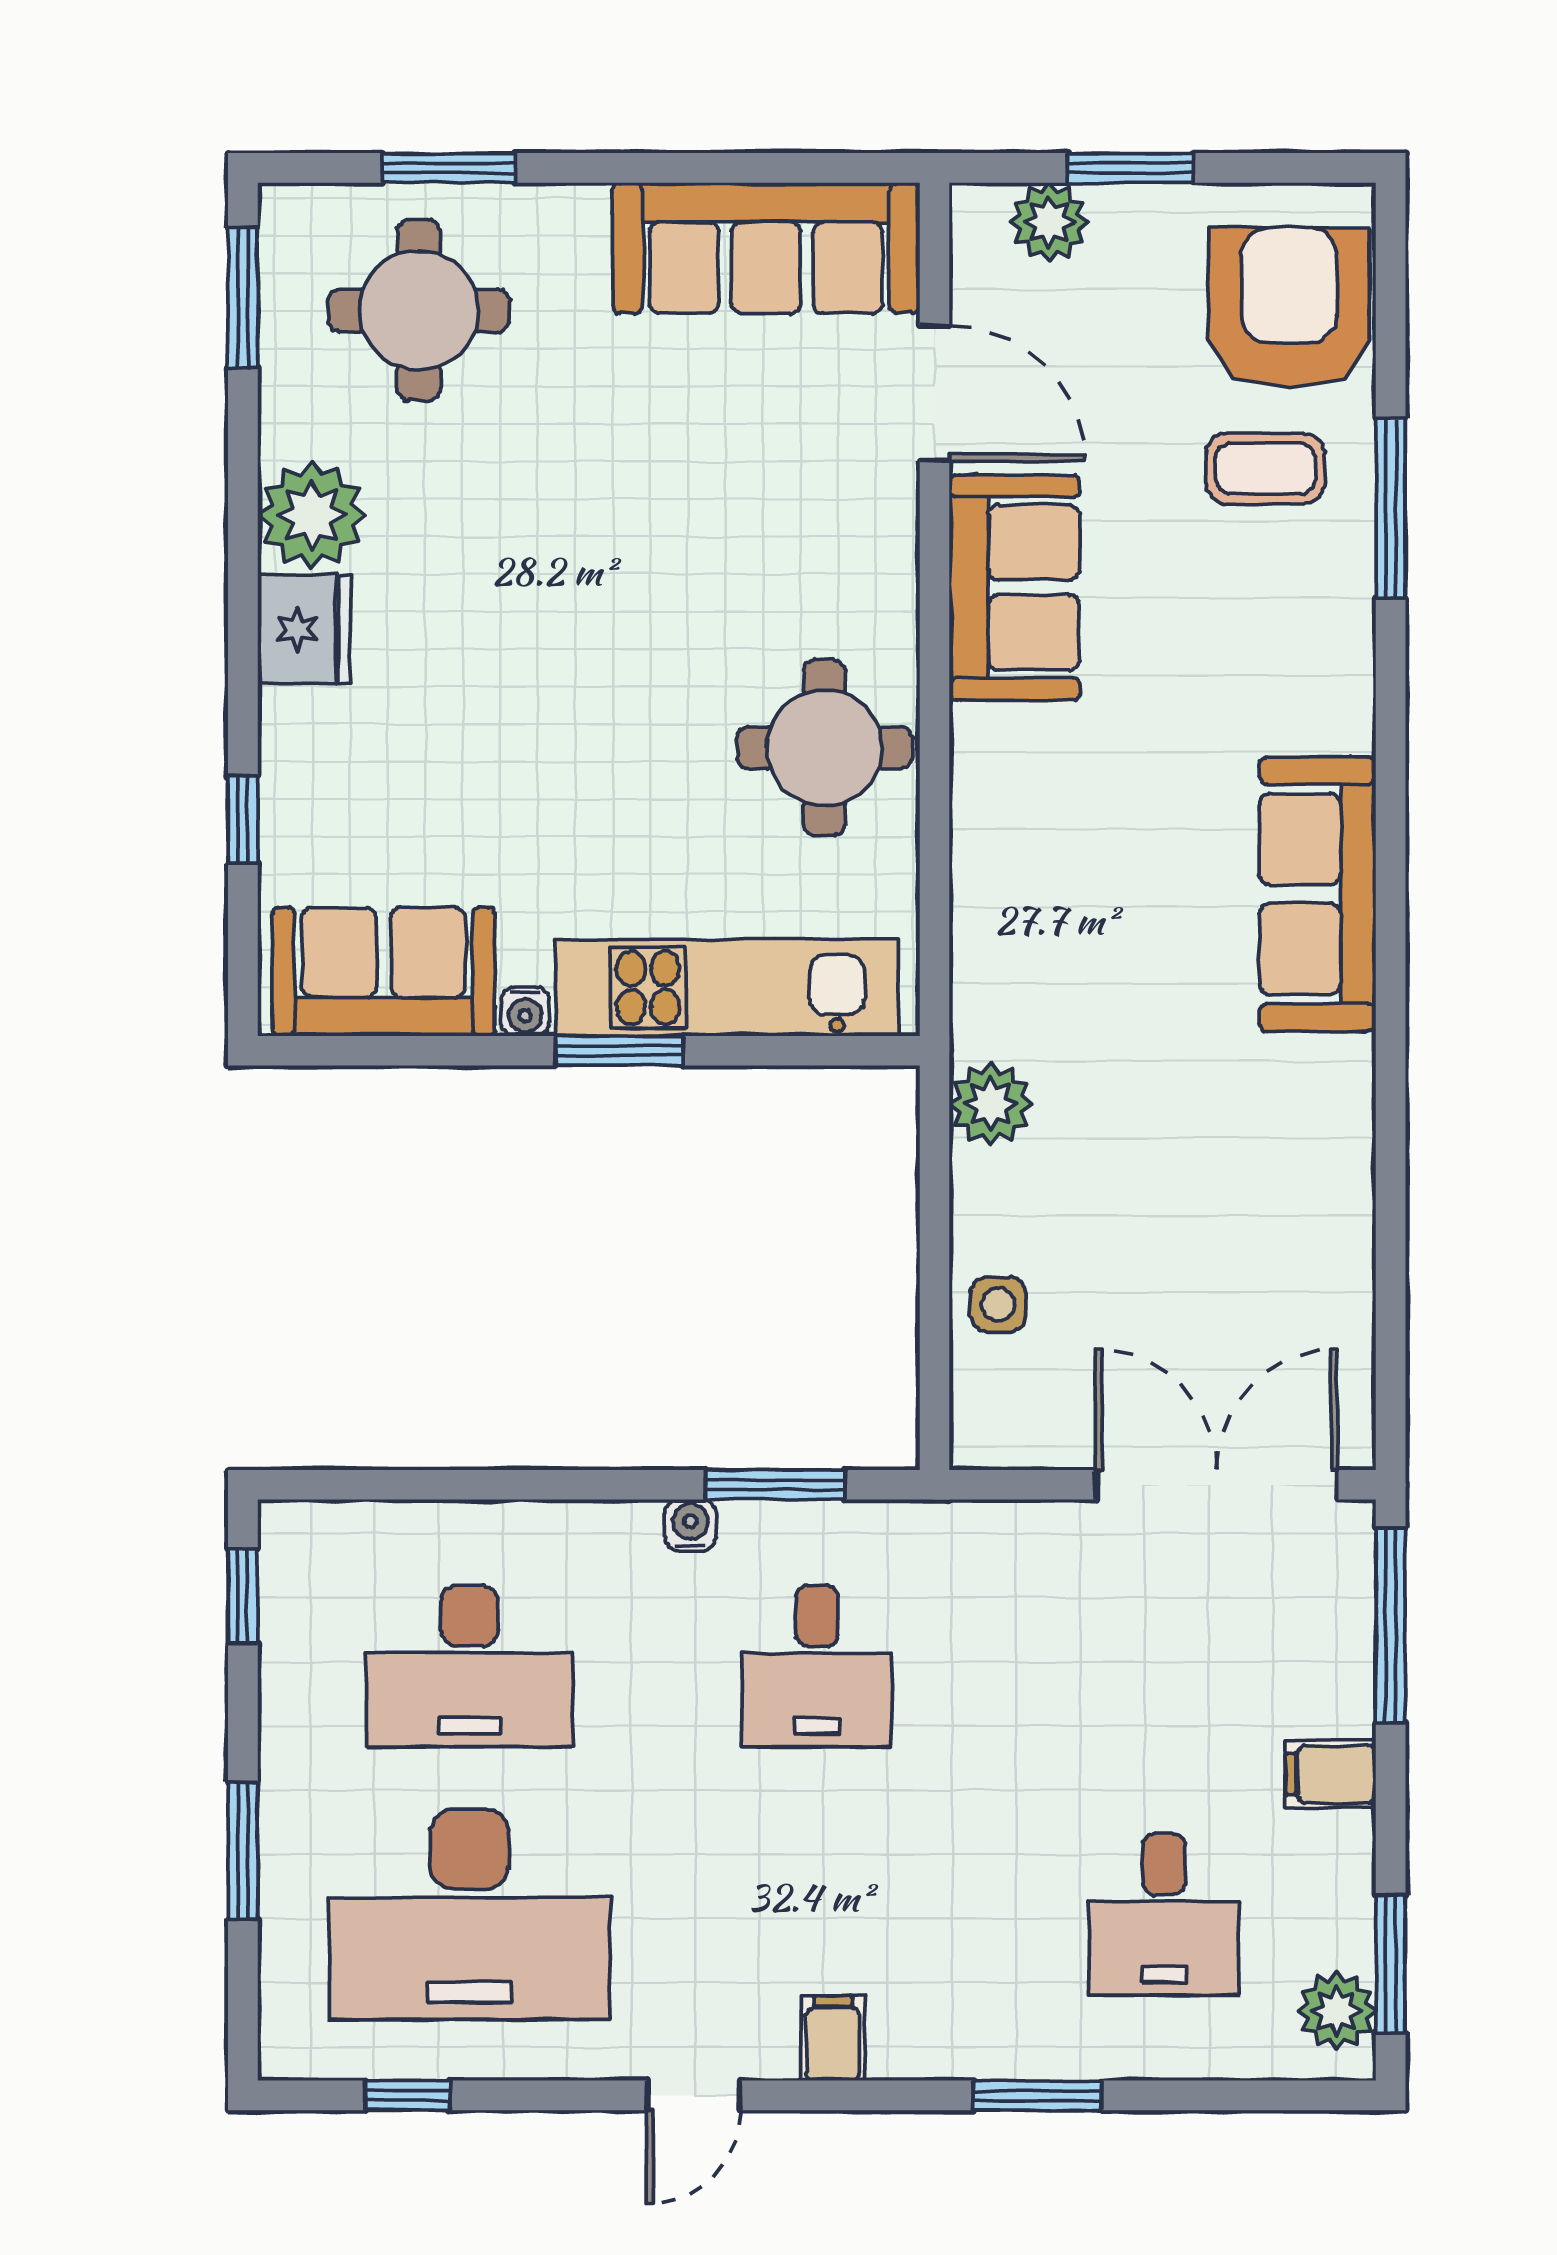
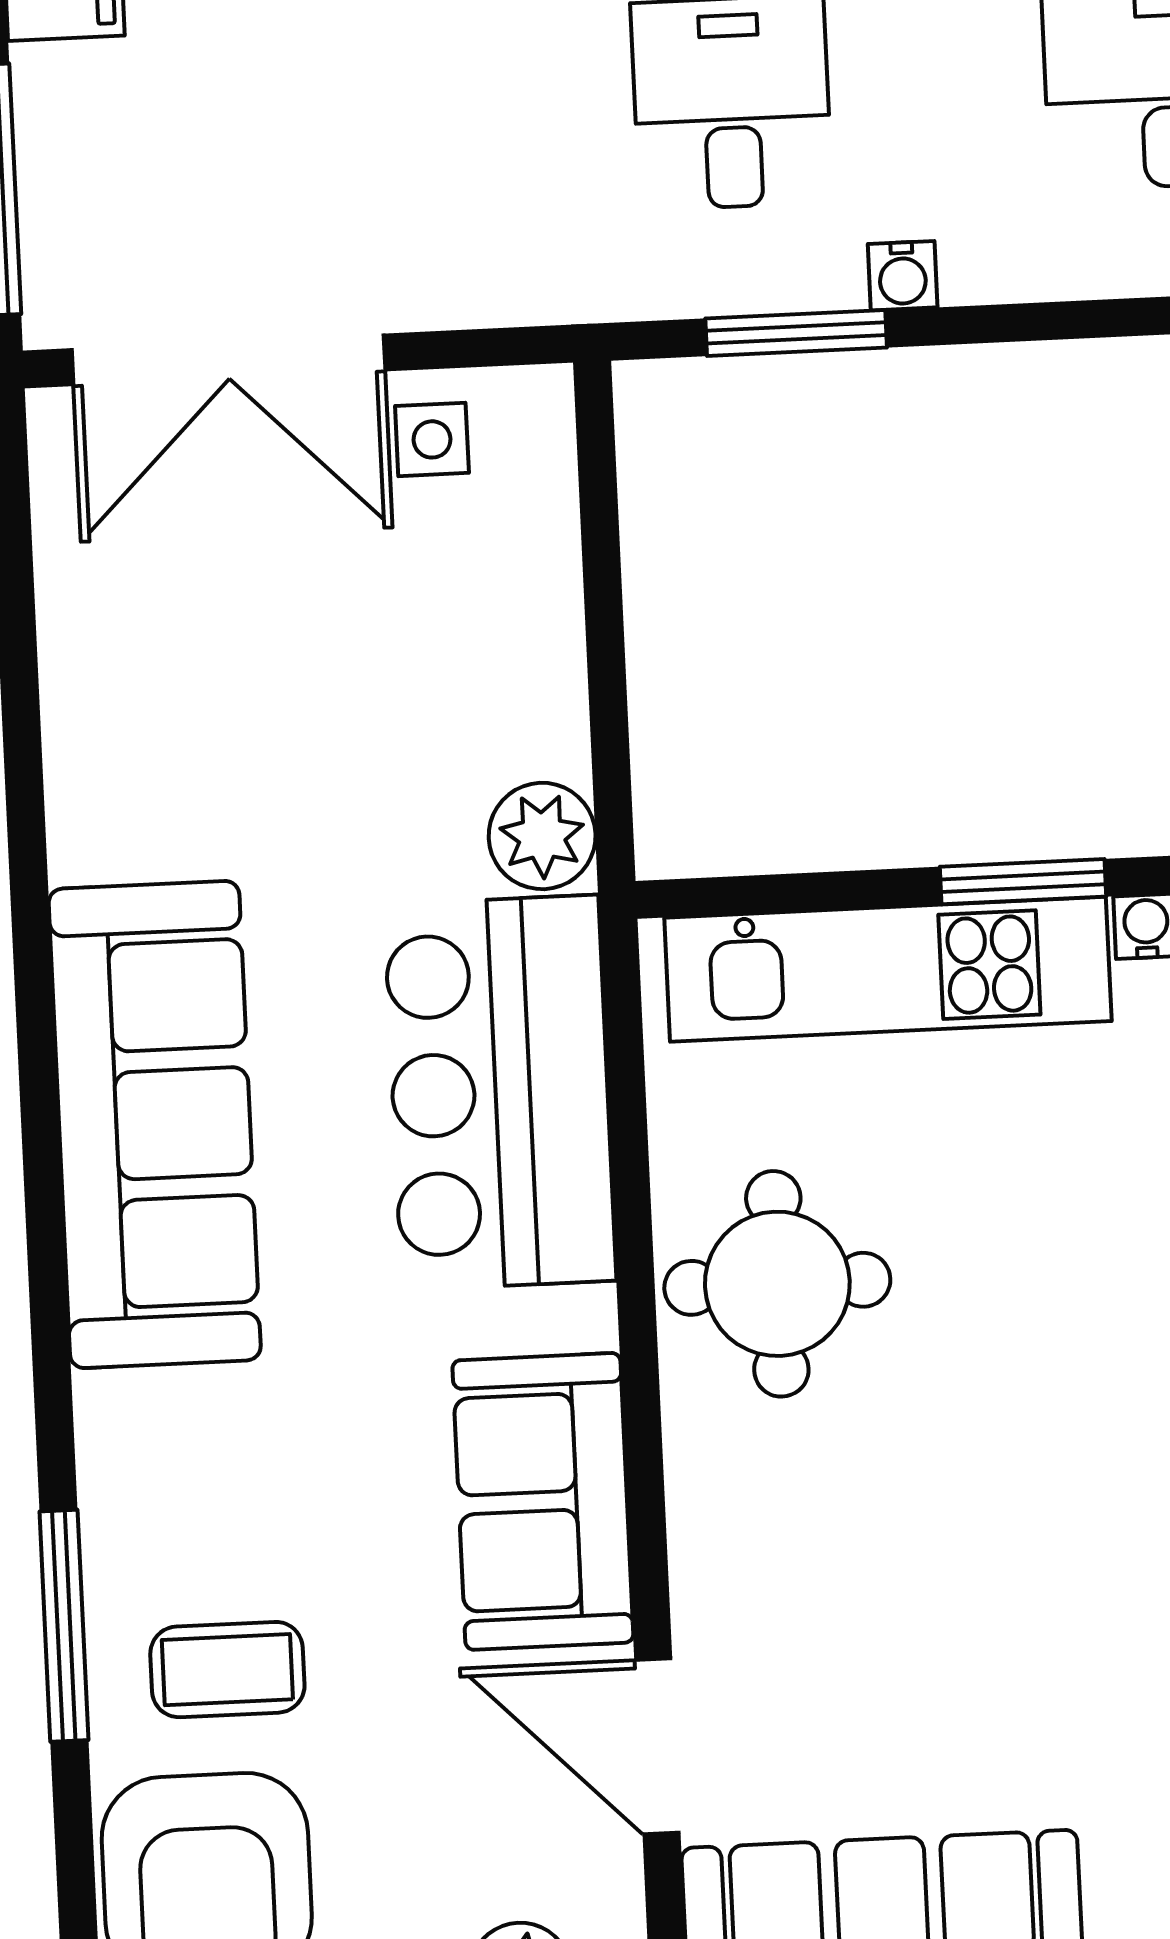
sofa: (1318, 894) -> (155, 1125), width x1.36, depth x1.27
bar counter: (1033, 906) -> (500, 1093), added
side table: (998, 1304) -> (432, 439), moved

